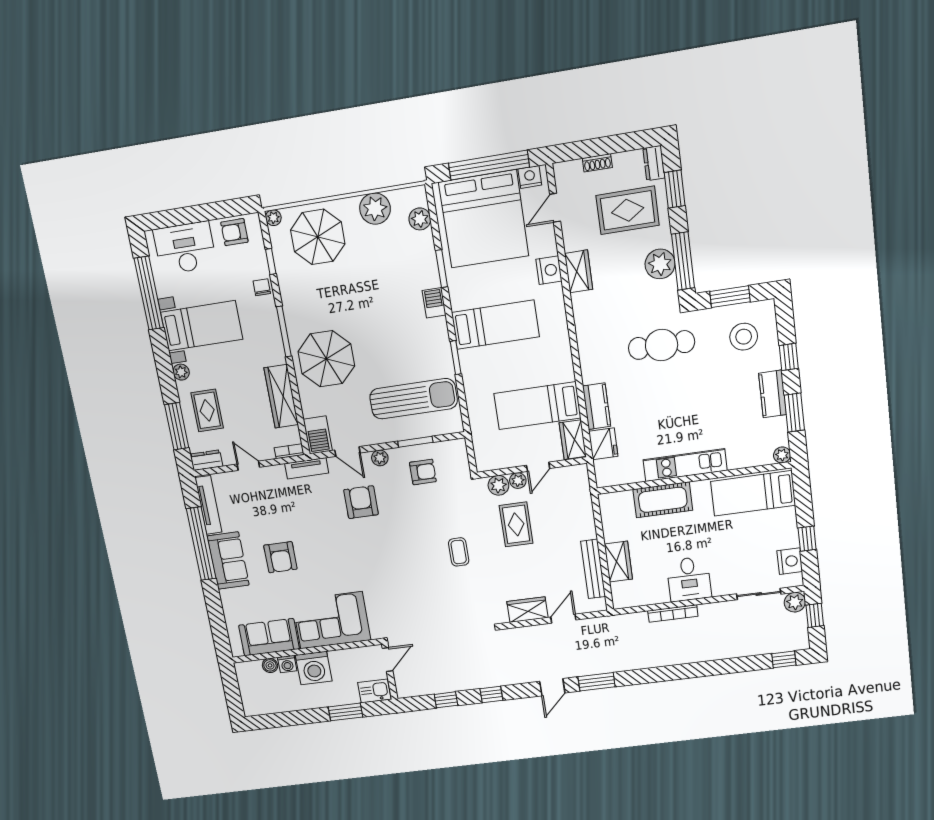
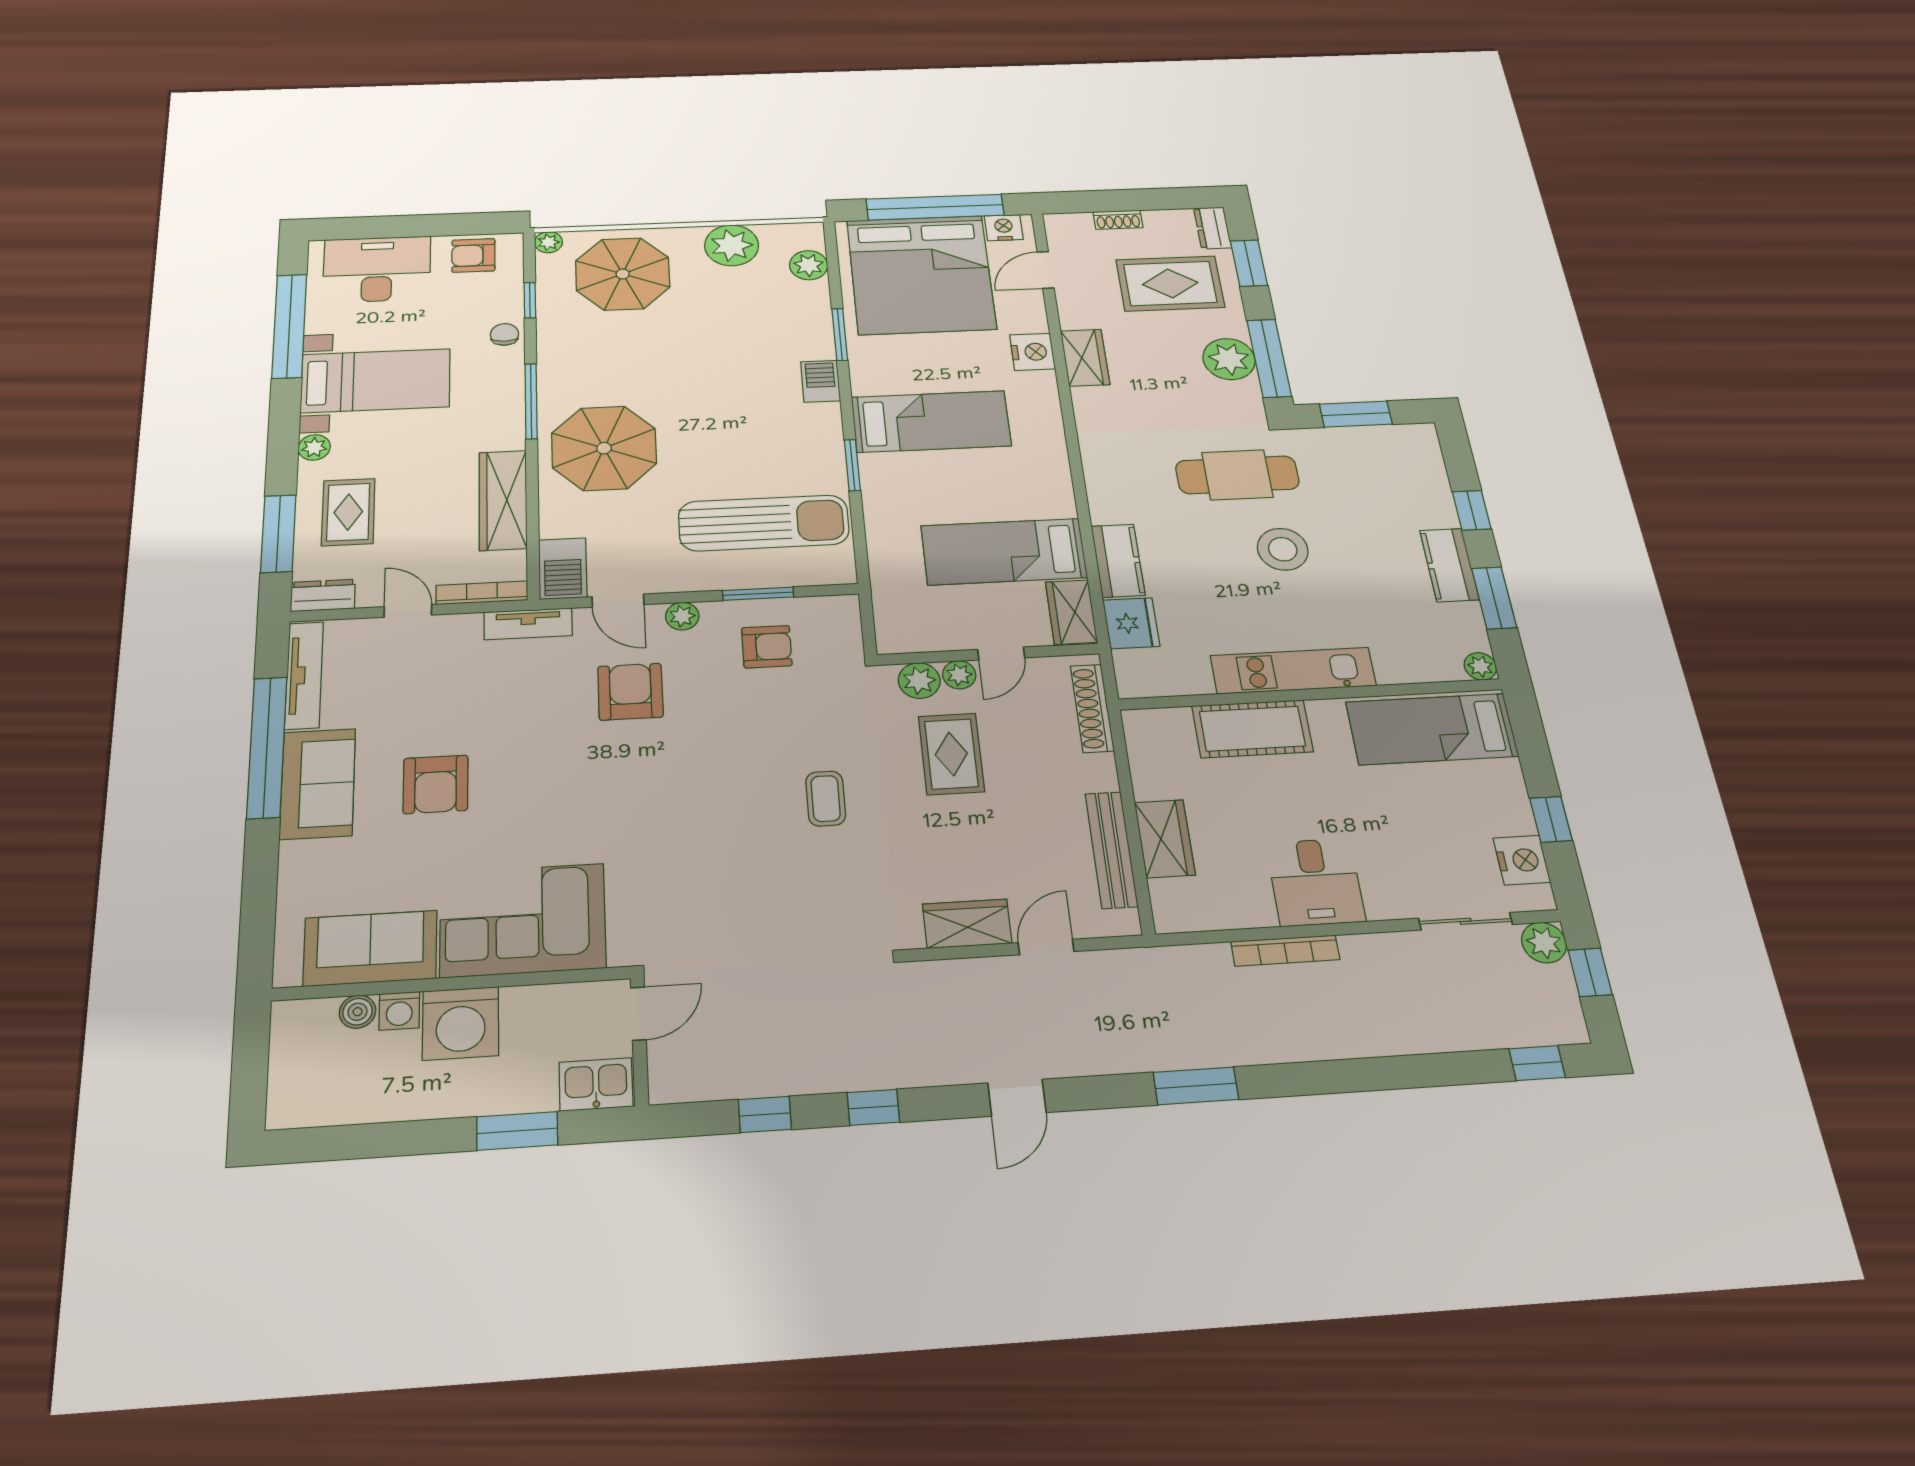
stool: (744, 337) -> (1283, 549), moved
bookcase: (289, 451) -> (482, 593), width x1.56
shoe rack: (584, 494) -> (1092, 708), added
window: (597, 682) -> (1196, 1086), moved

